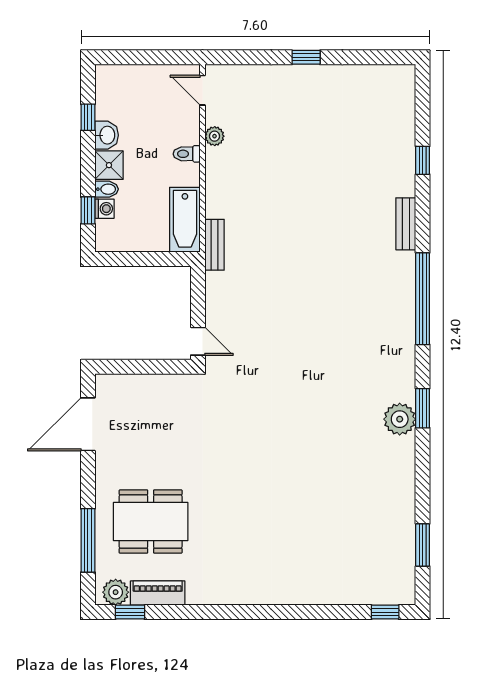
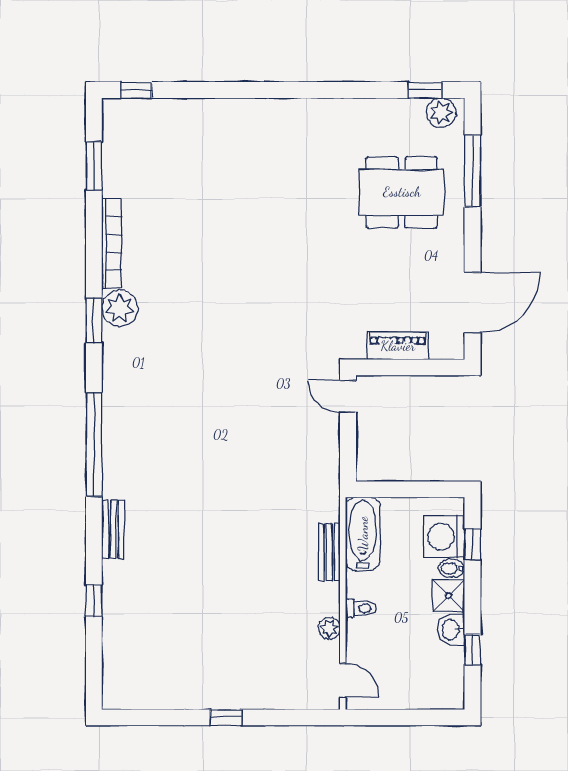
washing machine: (104, 209) -> (444, 537), width x1.89, depth x1.89
bench: (215, 245) -> (329, 552), moved
bookcase: (407, 477) -> (112, 243), added
piano: (158, 593) -> (398, 346), moved, turned 180

